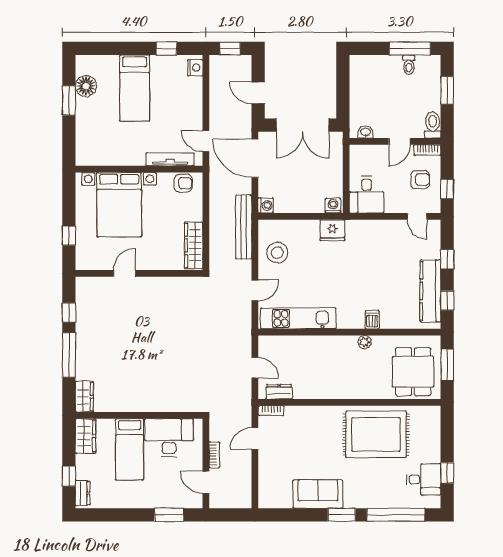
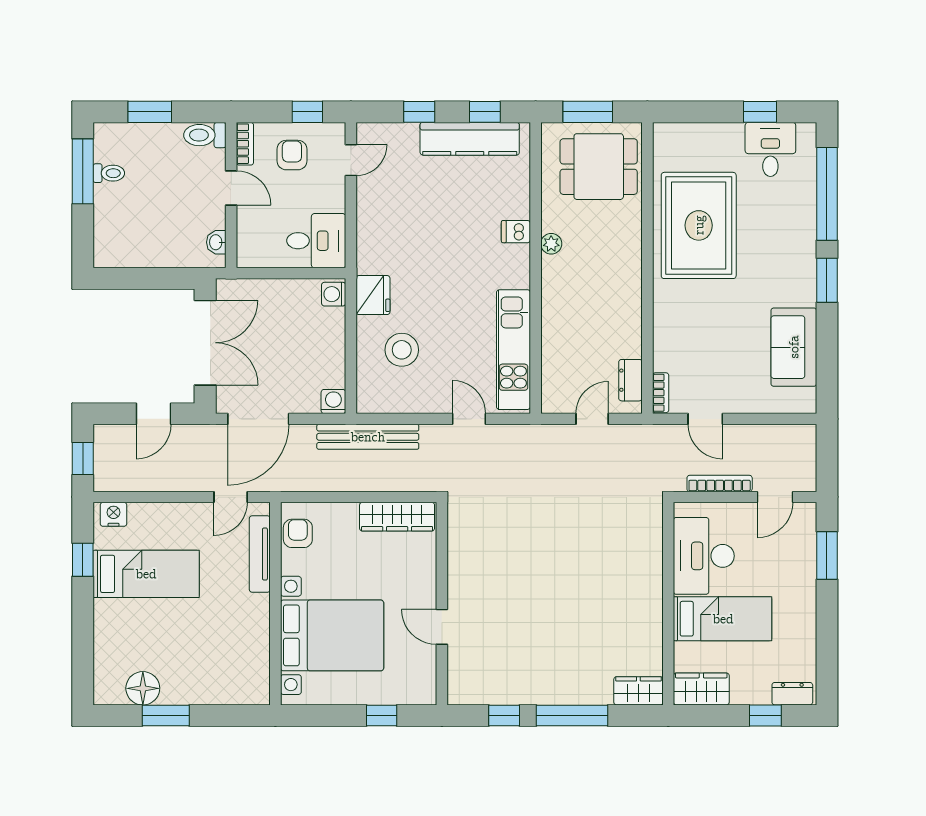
bed: (135, 88) -> (146, 574), moved
stool: (277, 253) -> (402, 350), moved
bookcase: (214, 455) -> (720, 483), width x1.56
sofa: (318, 494) -> (794, 347), moved

